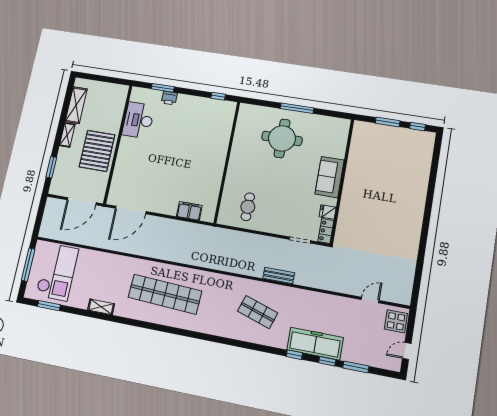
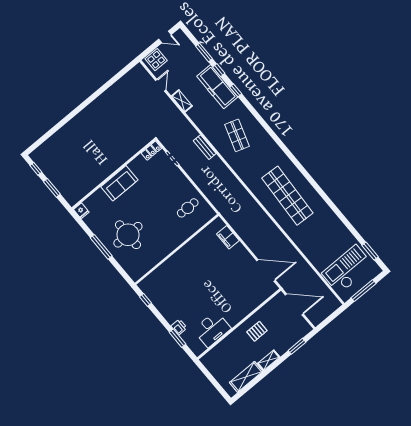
pallet: (97, 151) -> (257, 331), width x0.49, depth x0.50
fridge: (328, 212) -> (81, 211), moved
door: (370, 300) -> (161, 85), swing flipped
shelving: (101, 307) -> (182, 101), moved

